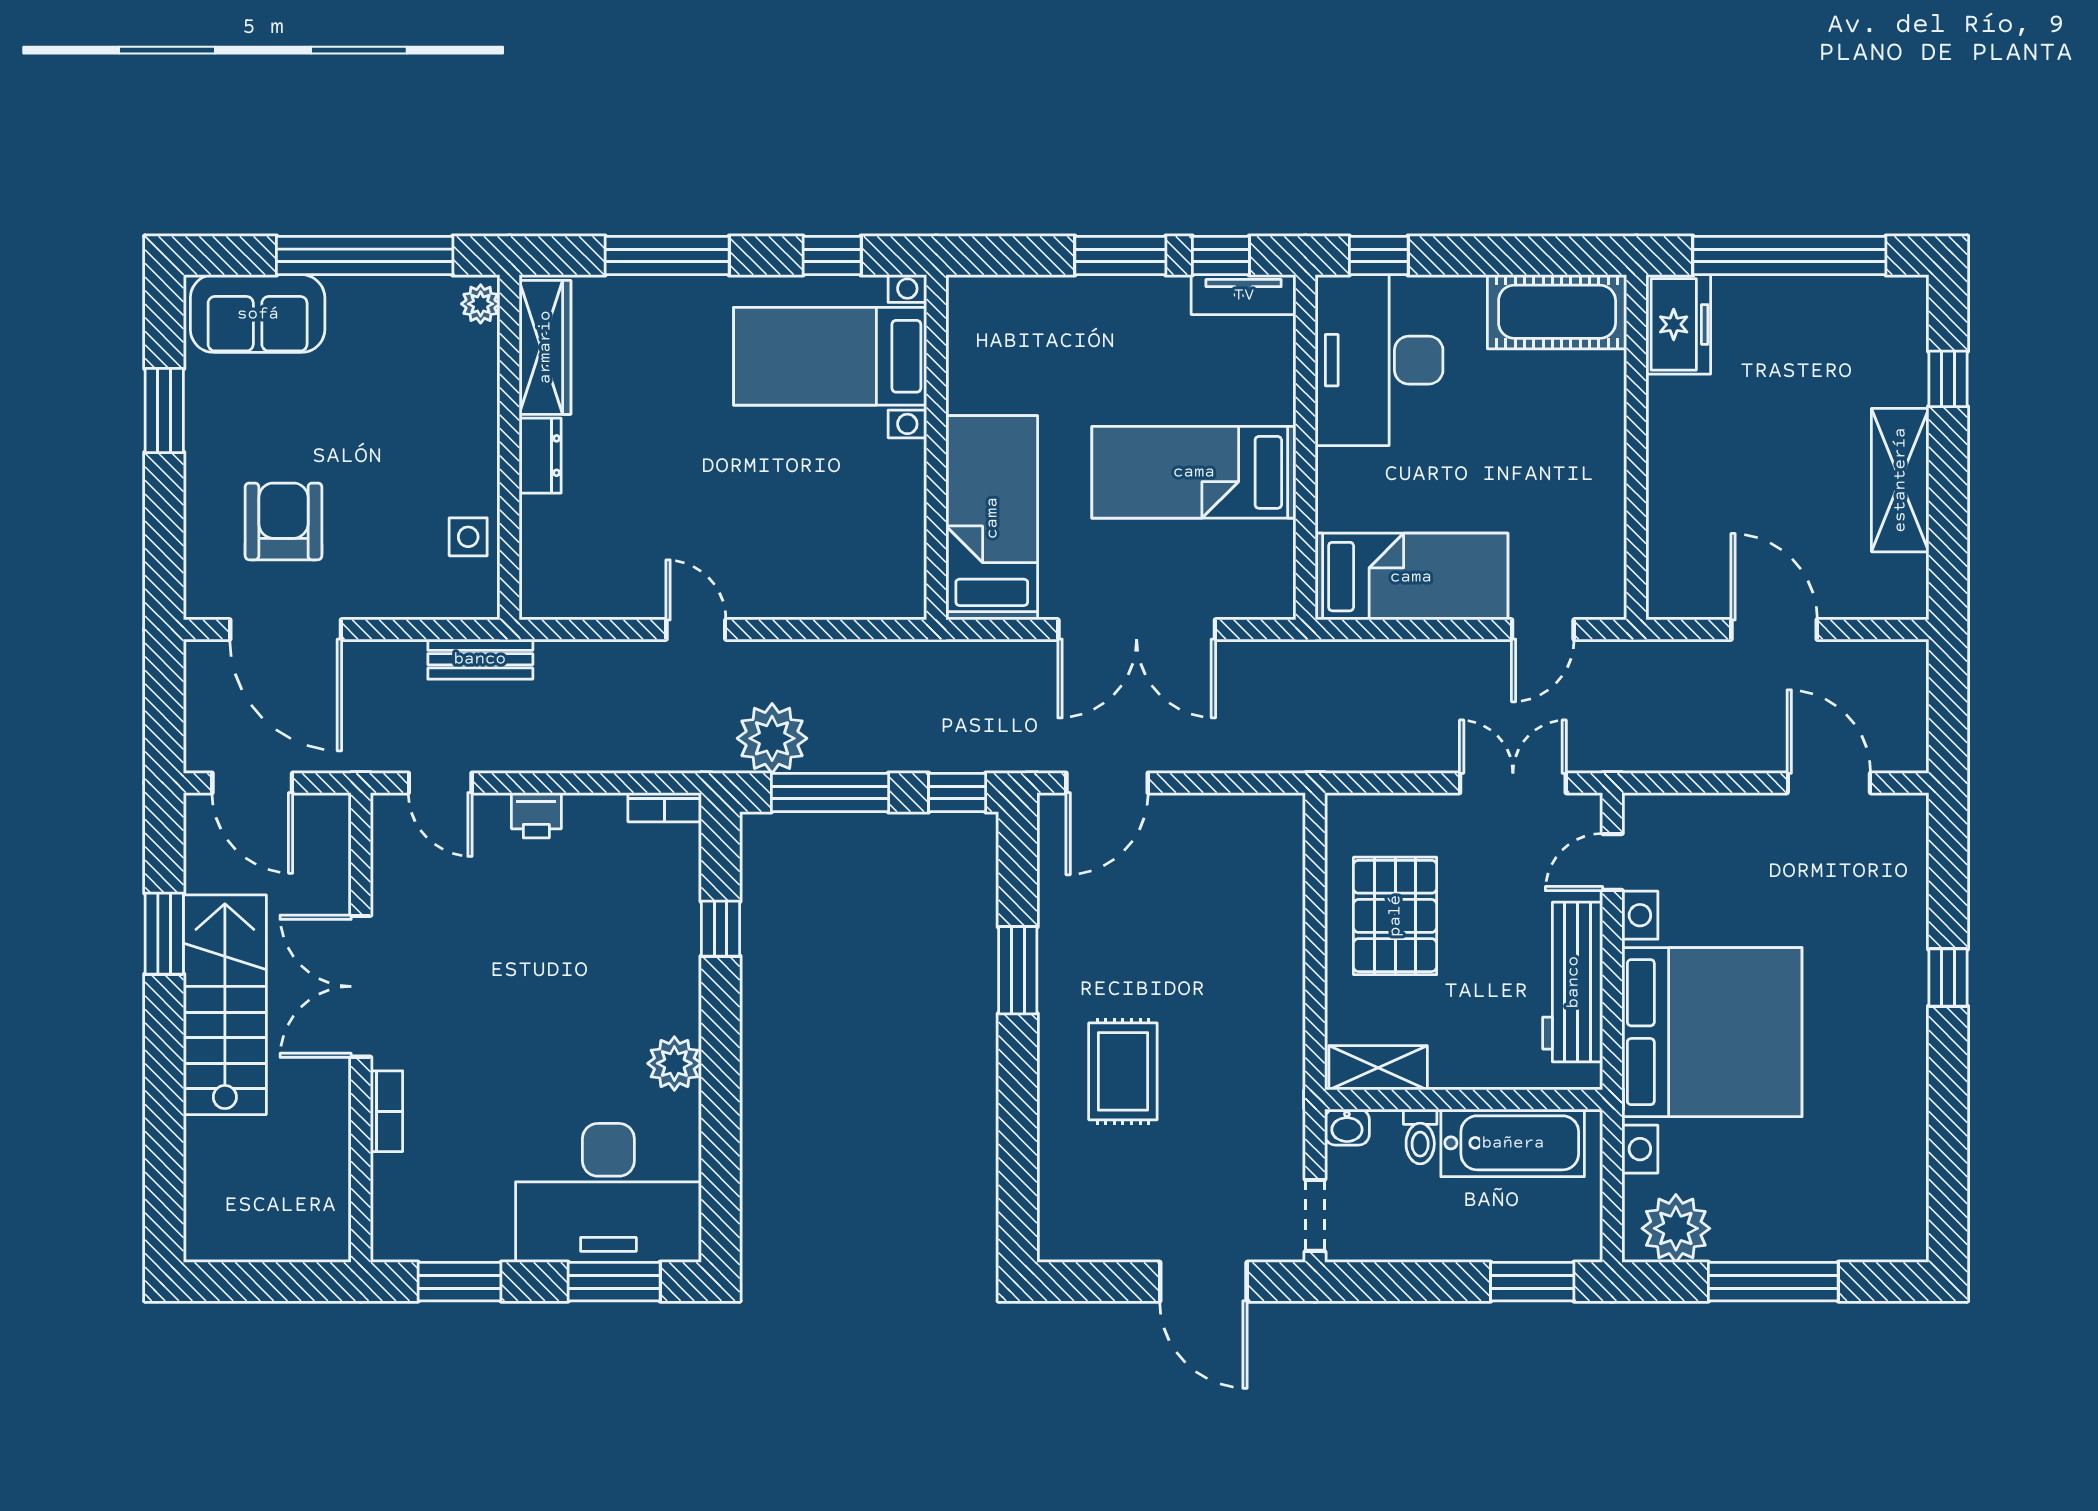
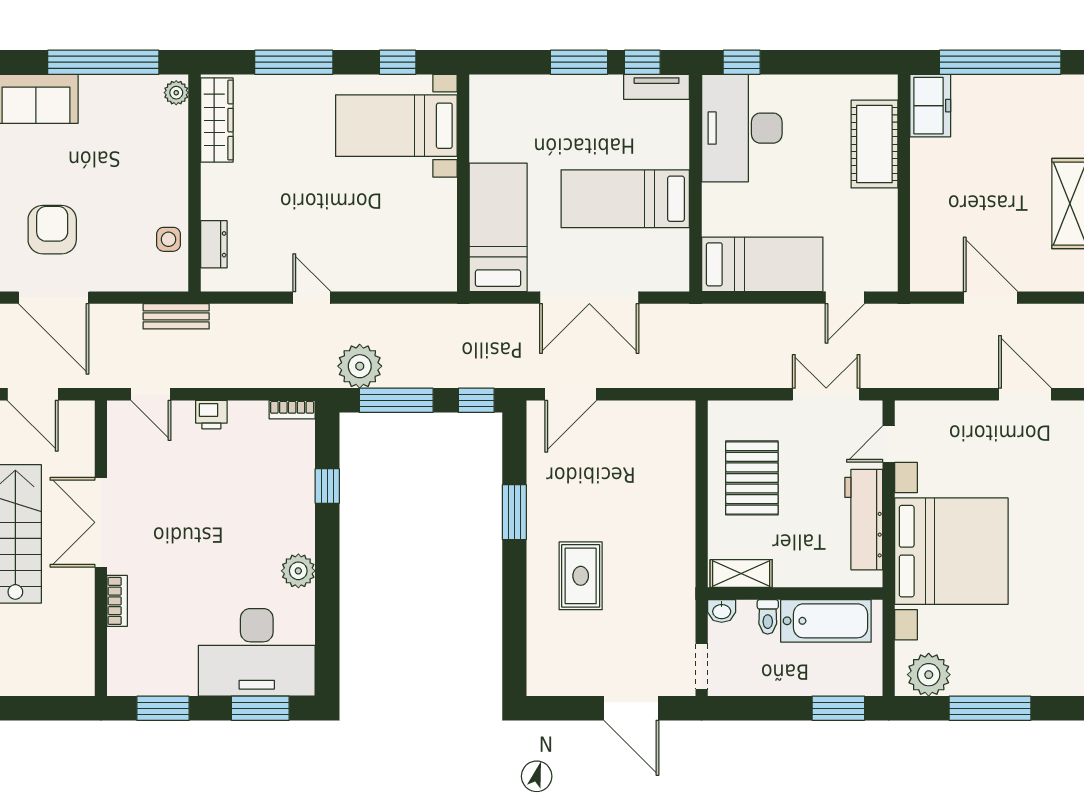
cot: (1557, 312) -> (874, 144), moved, turned 90
dresser: (540, 456) -> (214, 244), moved

